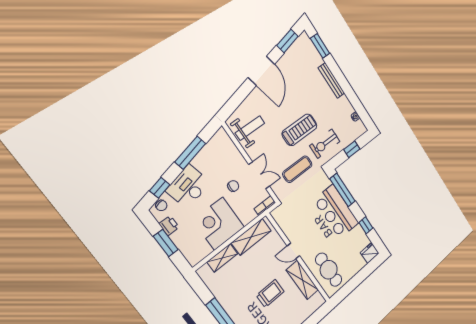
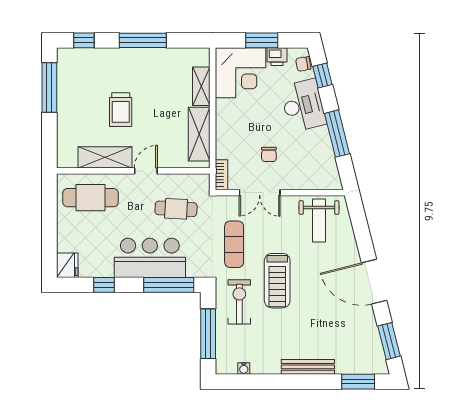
window: (352, 149) -> (208, 334), width x2.17
cafe table: (302, 217) -> (176, 209), added
corner desk: (219, 224) -> (241, 73), moved, turned 90

